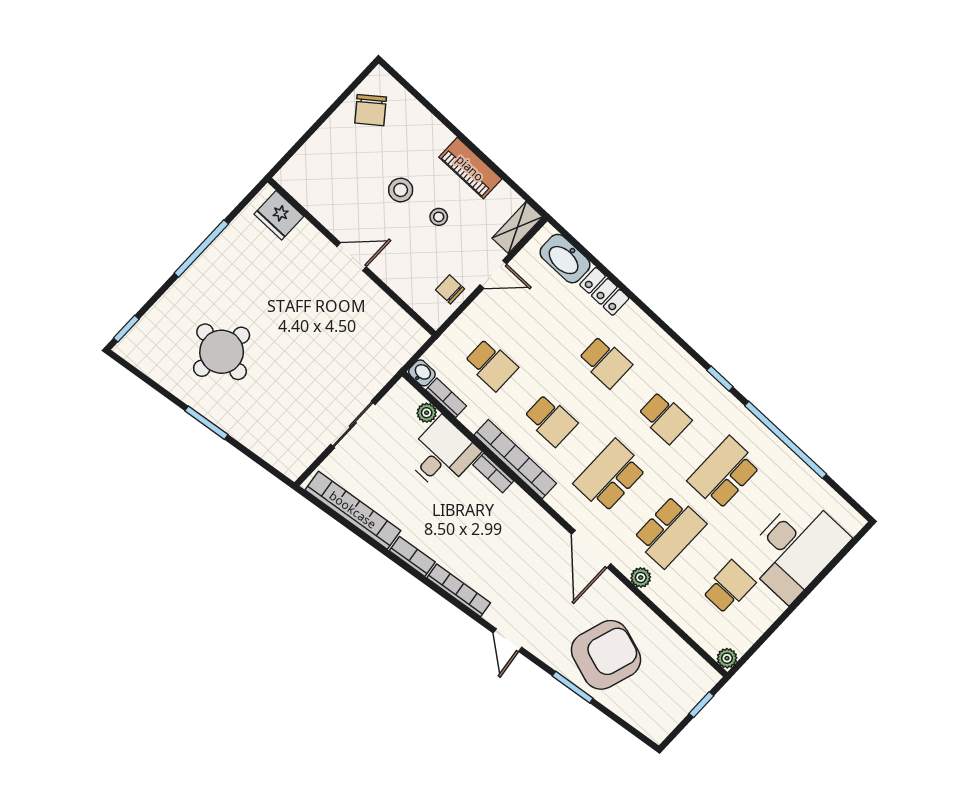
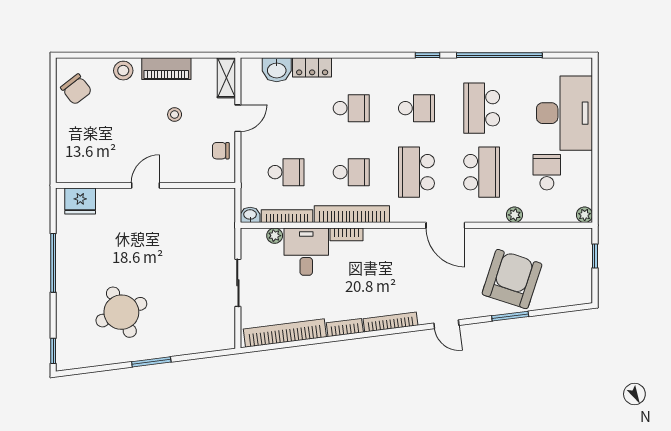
stool: (401, 190) -> (123, 71), moved
washbasin: (565, 259) -> (277, 70), width x0.72
round table: (222, 352) -> (121, 312), turned -31
bookcase: (446, 398) -> (287, 216), width x1.56
plant: (641, 577) -> (514, 215), moved

